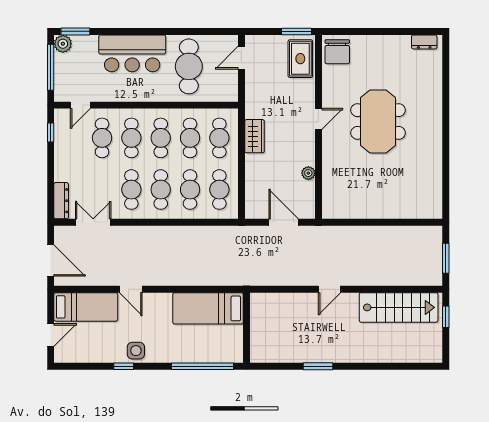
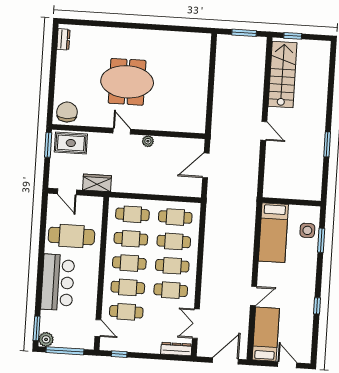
chair: (337, 52) -> (67, 112), turned -90
wardrobe: (255, 136) -> (97, 183), moved
plant: (308, 173) -> (148, 141), moved
side table: (136, 351) -> (307, 230), moved
window: (203, 366) -> (321, 240), width x0.47

